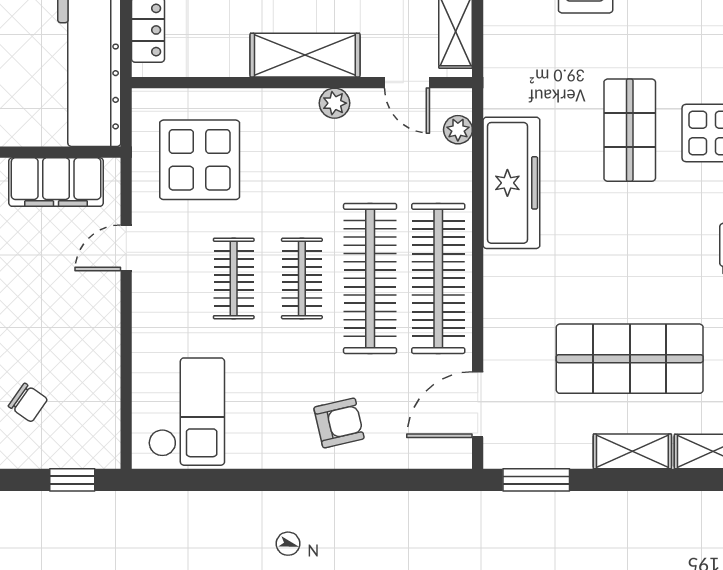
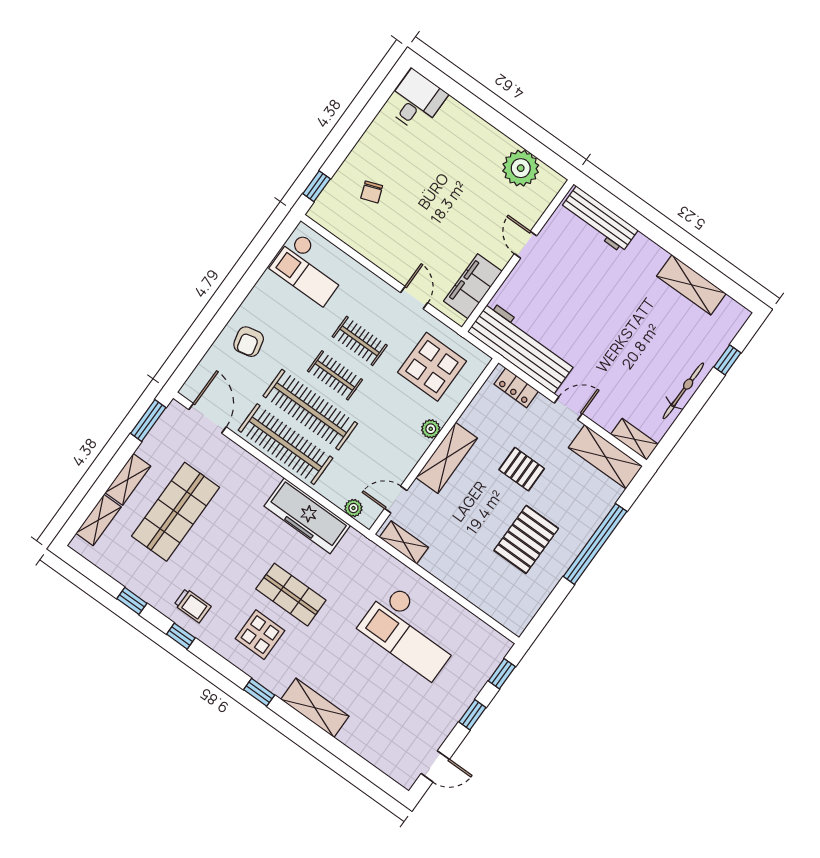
plant: (335, 103) -> (431, 429), moved
chair: (28, 403) -> (372, 192), turned -55

